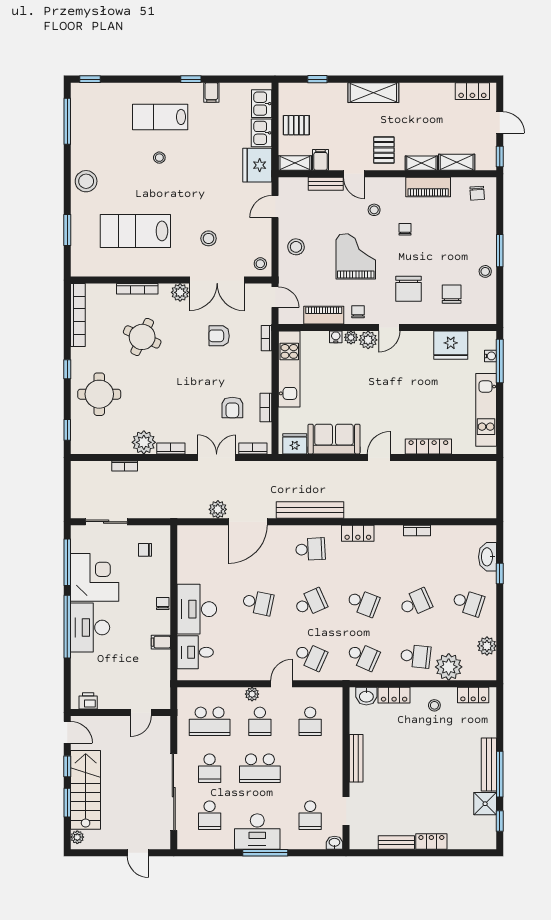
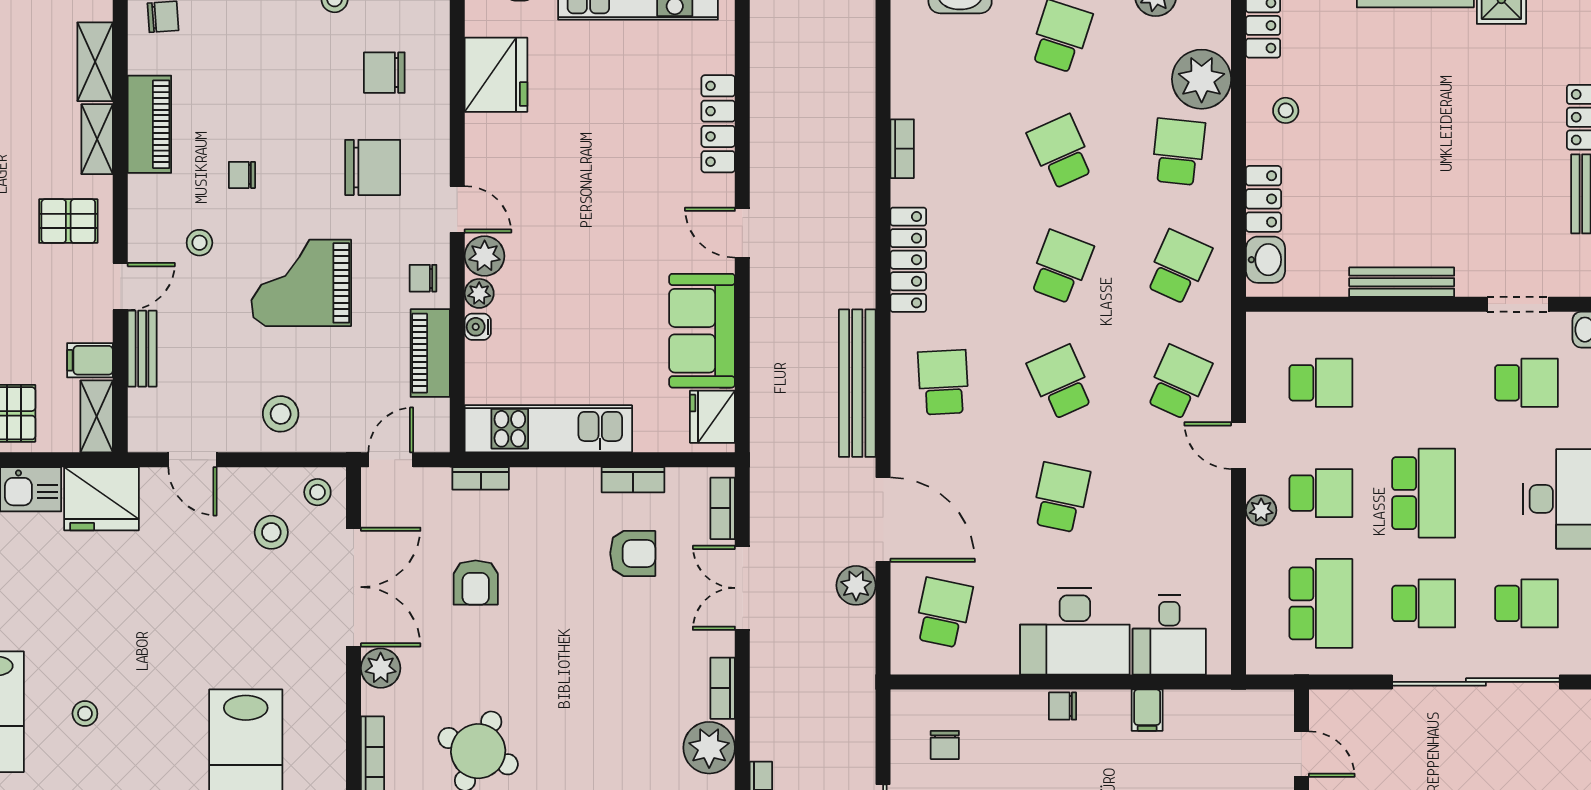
stool: (209, 238) -> (271, 532), moved
locker: (358, 533) -> (908, 260), width x1.53
school desk: (205, 549) -> (943, 613), added

